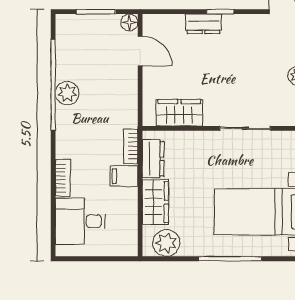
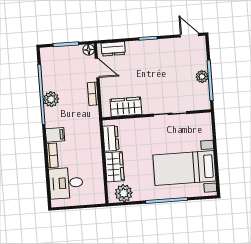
dresser: (203, 24) -> (113, 49), moved
bookcase: (131, 146) -> (93, 94), moved
filing cabinet: (124, 176) -> (55, 135), moved, turned 180

